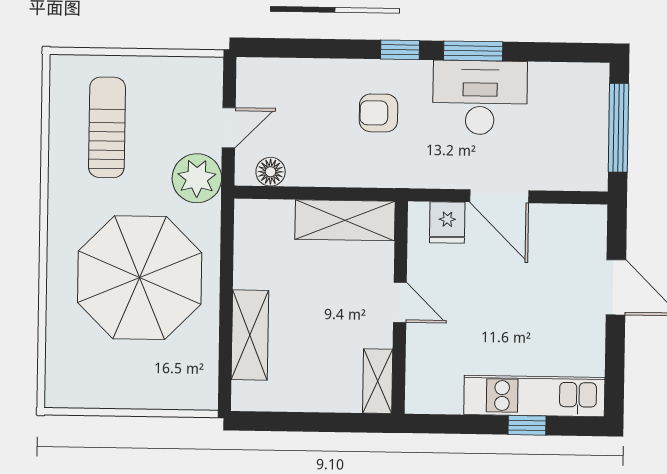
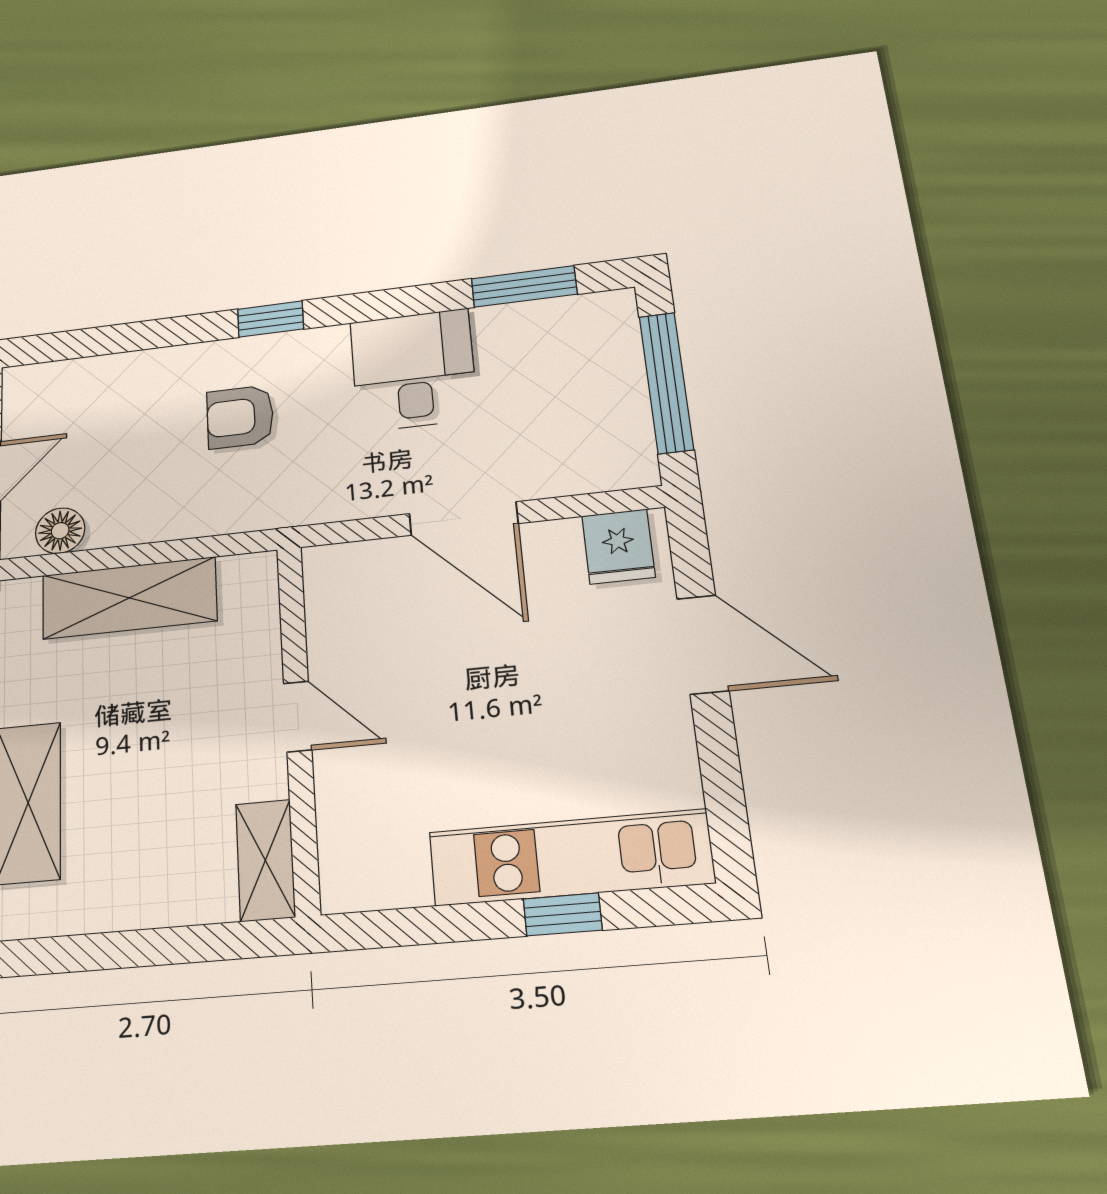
window: (473, 51) -> (524, 286), moved
desk: (480, 98) -> (413, 370), width x0.73
shelving: (345, 220) -> (129, 598), moved
fridge: (447, 223) -> (618, 546), moved

